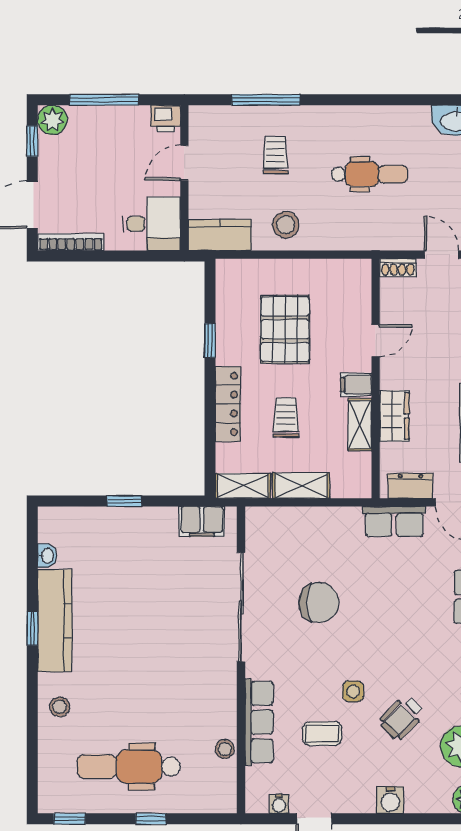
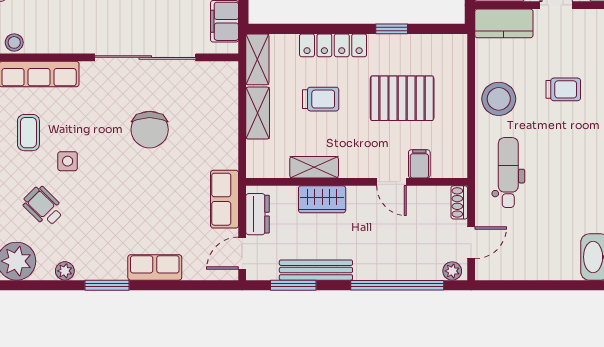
dental chair: (370, 174) -> (508, 173), moved, turned 180
stool: (286, 225) -> (499, 99), width x1.38, depth x1.38
kitchen counter: (220, 235) -> (504, 23), moved, turned 90
filing cabinet: (356, 385) -> (419, 164), moved

